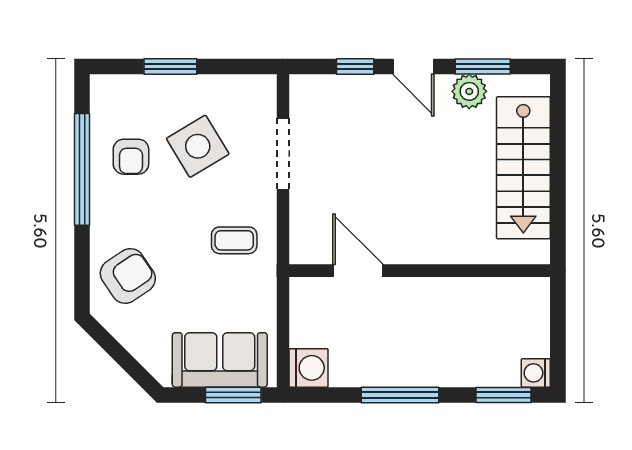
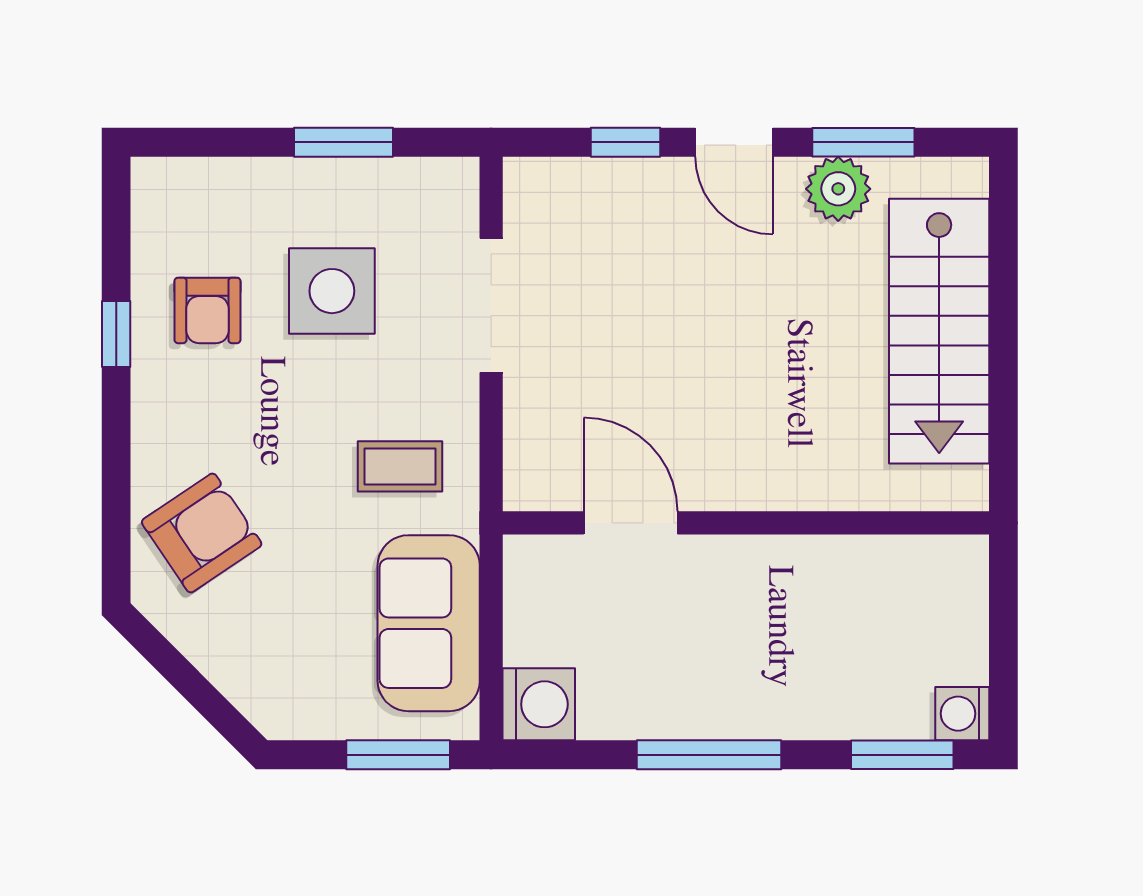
window: (170, 66) -> (344, 142), moved
side table: (198, 146) -> (332, 291), turned 31
window: (82, 169) -> (116, 334), width x0.32
sofa: (220, 360) -> (429, 623), moved, turned -90

